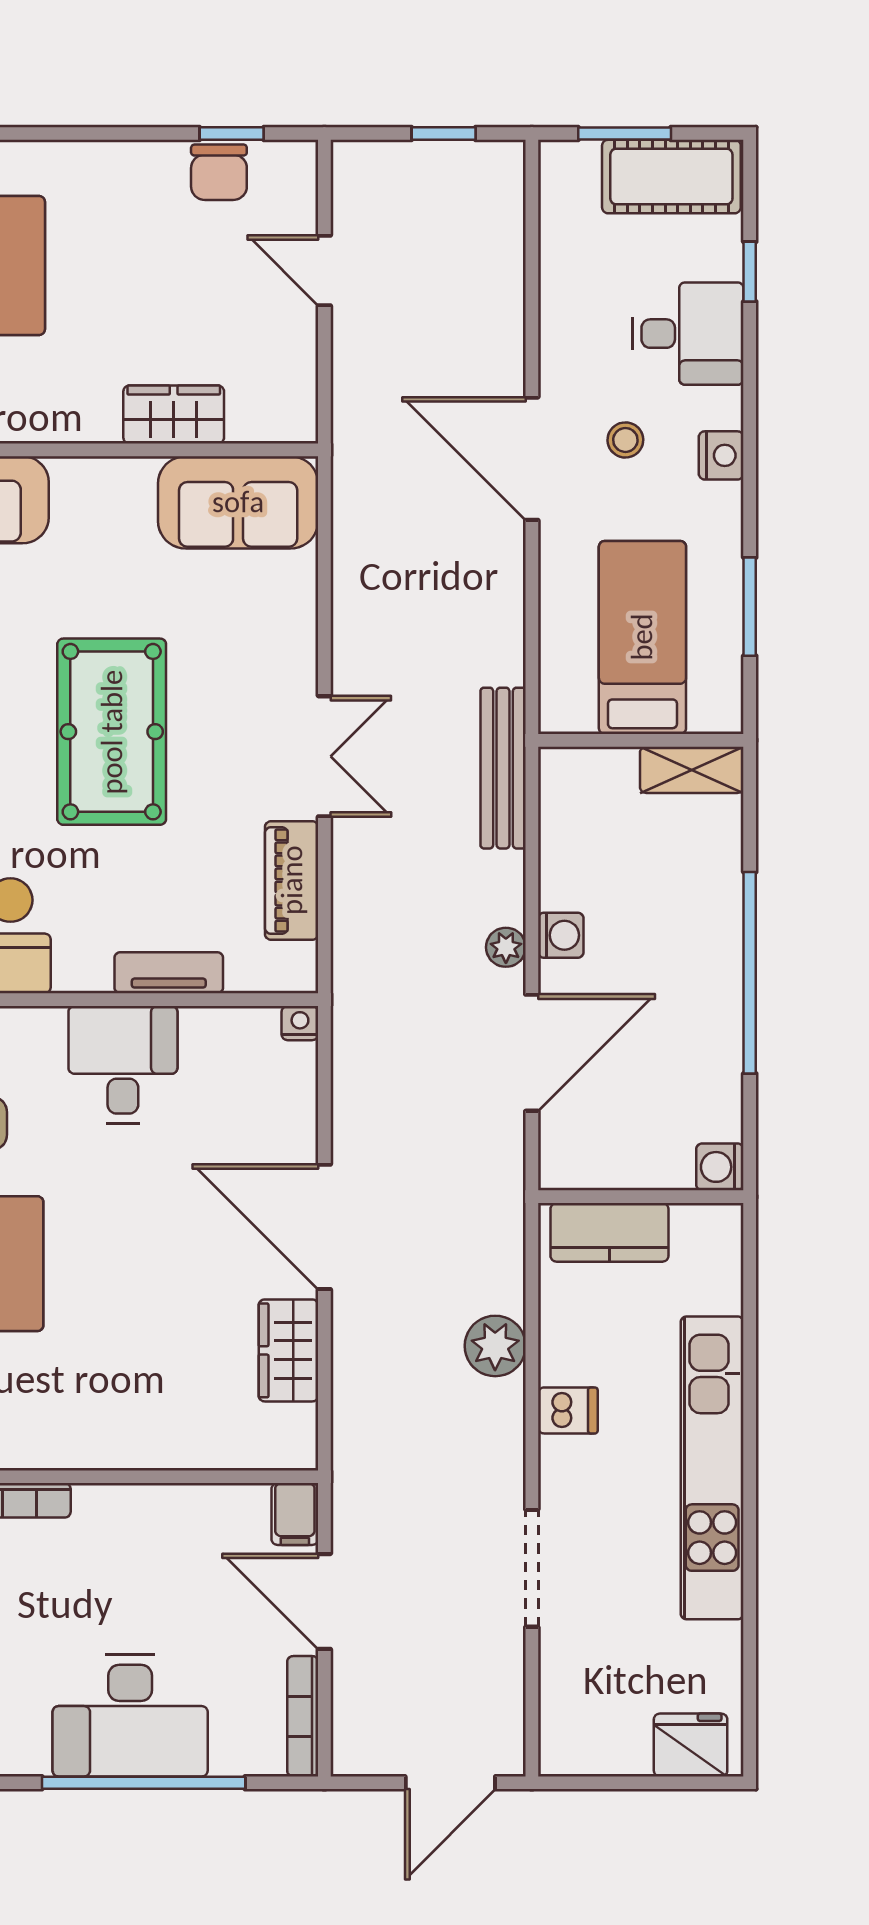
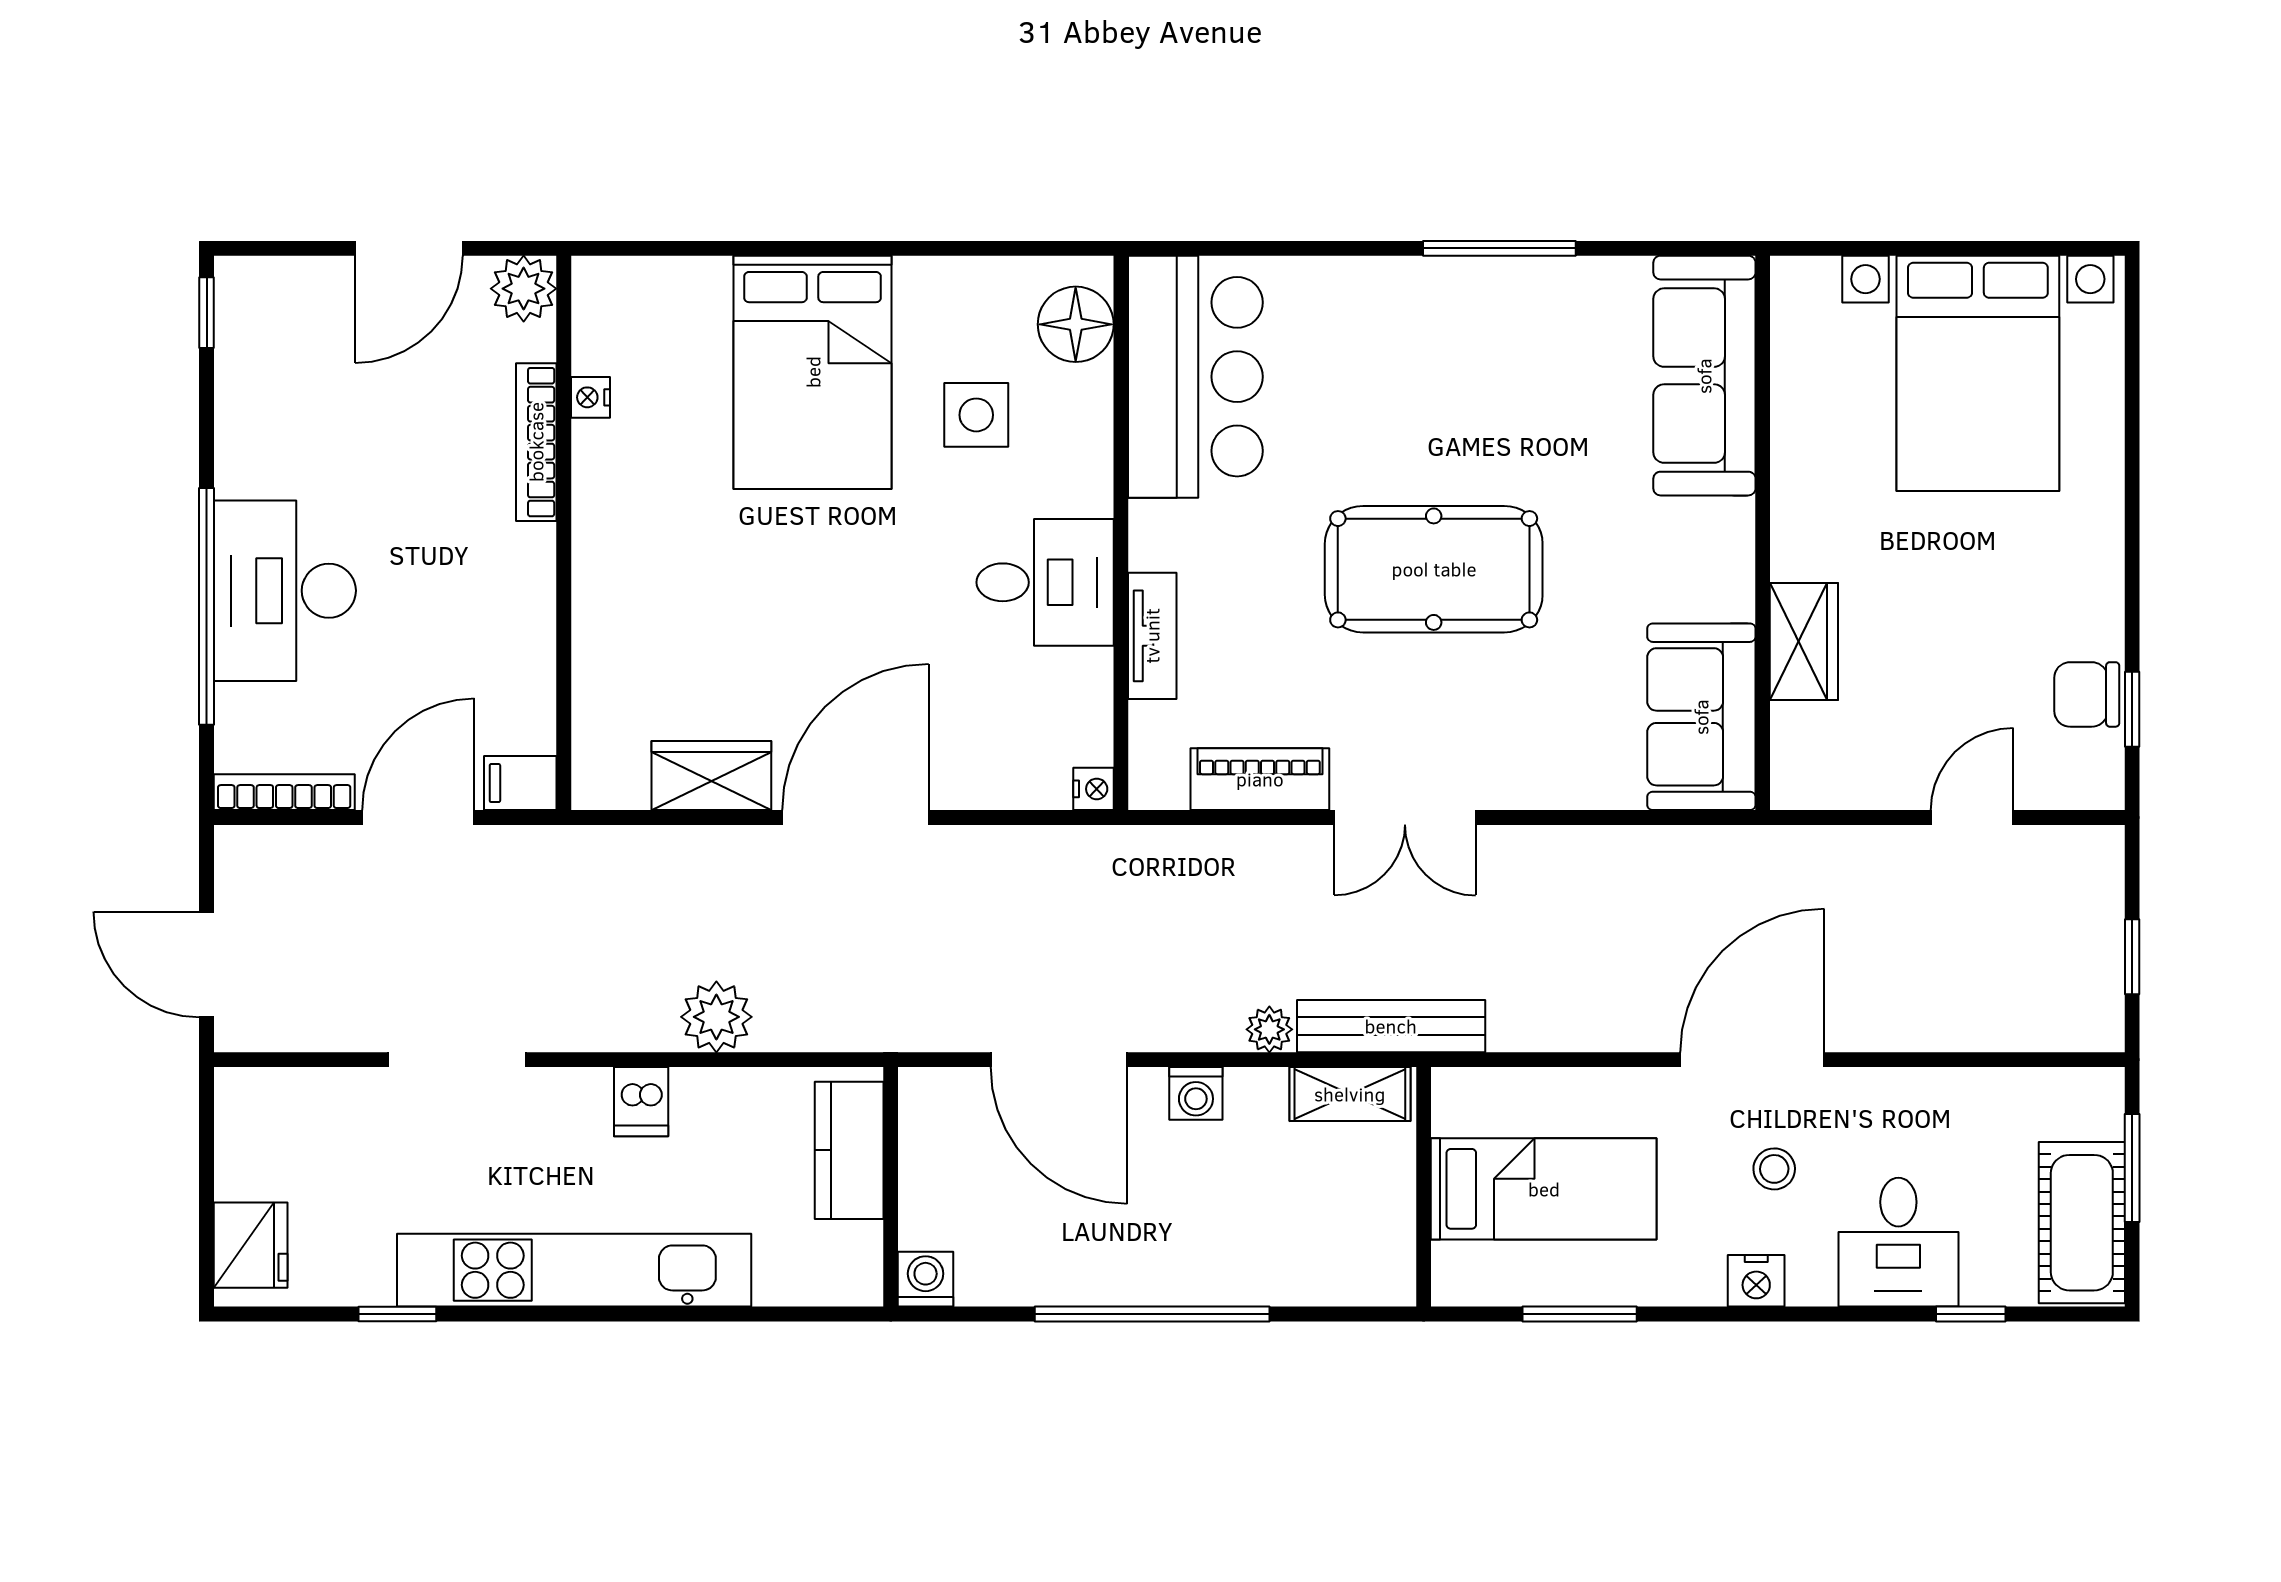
shelving: (692, 770) -> (1350, 1094), moved, turned 90
plant: (506, 947) -> (1269, 1029), moved
window: (750, 1619) -> (397, 1314), added

